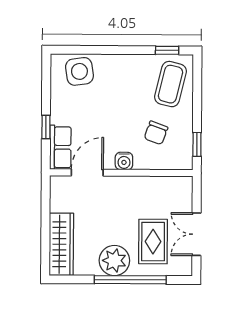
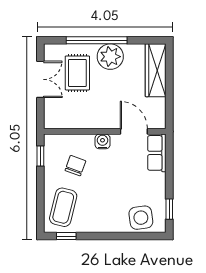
window: (46, 127) -> (169, 209), moved
door: (87, 173) -> (134, 131), swing flipped

